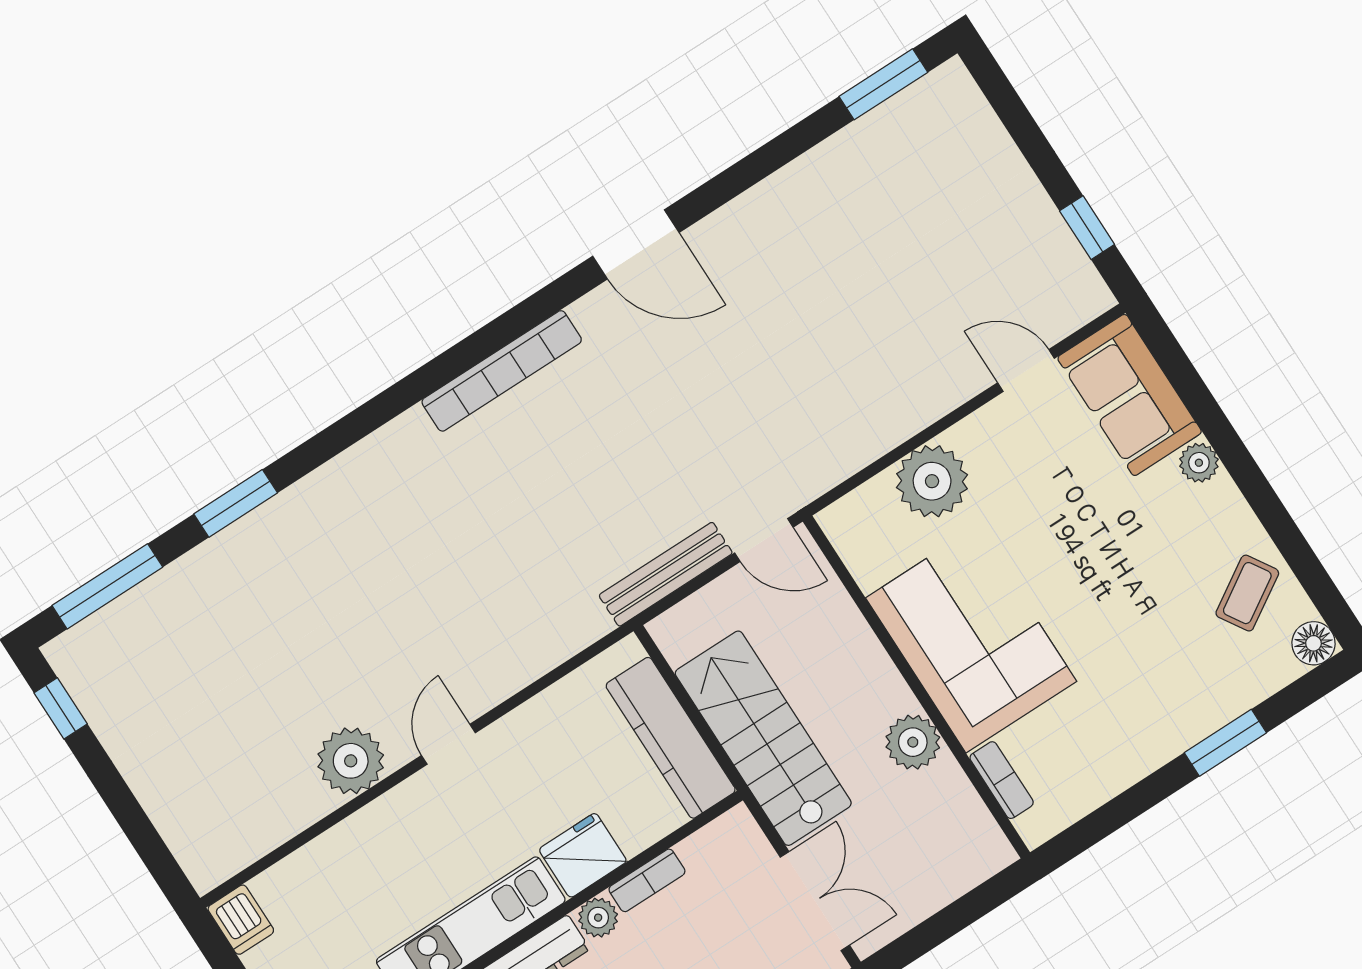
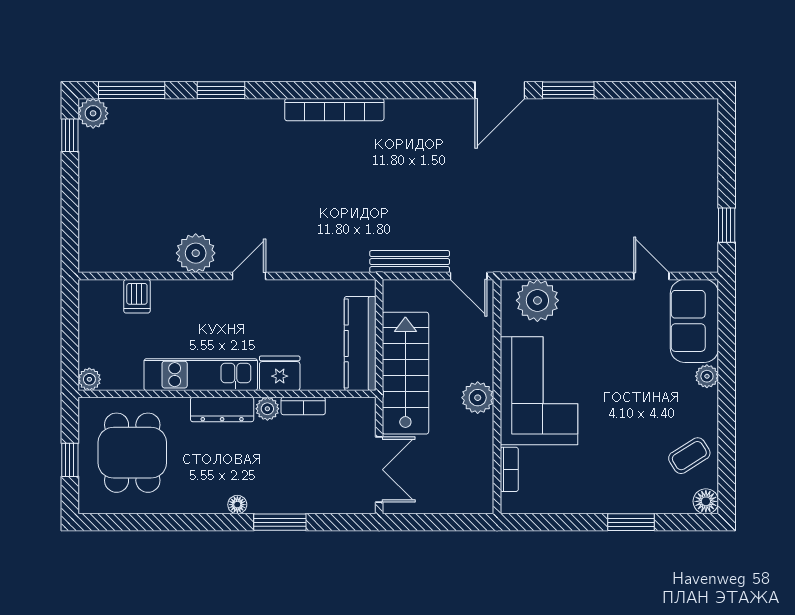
window: (883, 84) -> (568, 90), moved
door: (636, 244) -> (500, 90), hinge flipped
bookcase: (502, 371) -> (334, 110), moved
plant: (932, 481) -> (537, 300), moved
plant: (74, 655) -> (93, 113), added
plant: (913, 742) -> (478, 398), moved
dishwasher: (241, 920) -> (137, 296), moved

